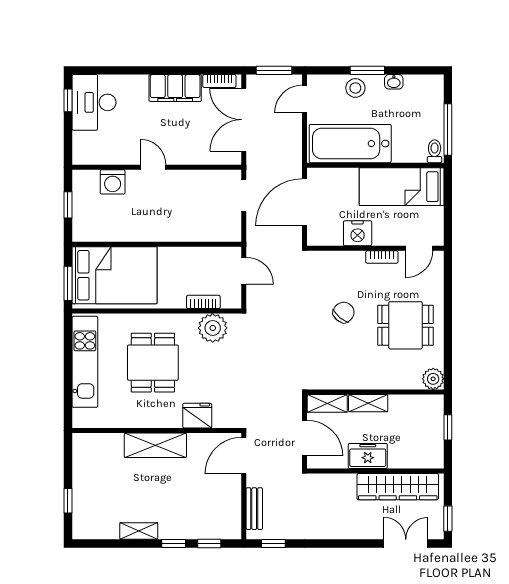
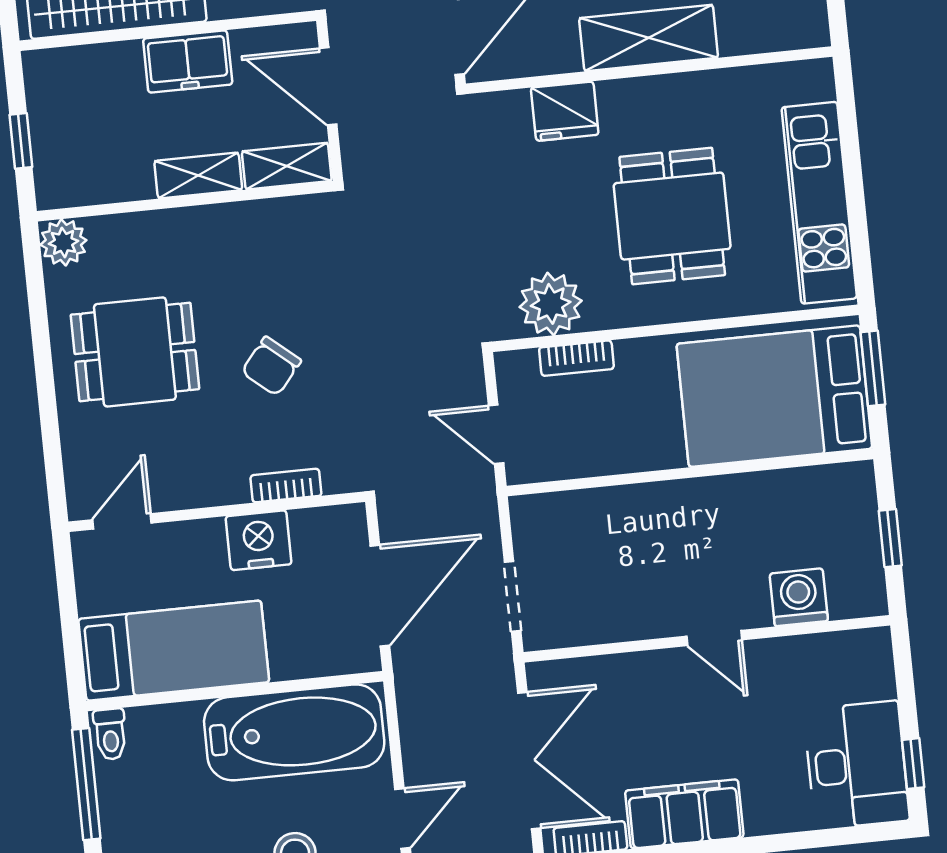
bookcase: (382, 257) -> (286, 486), moved

